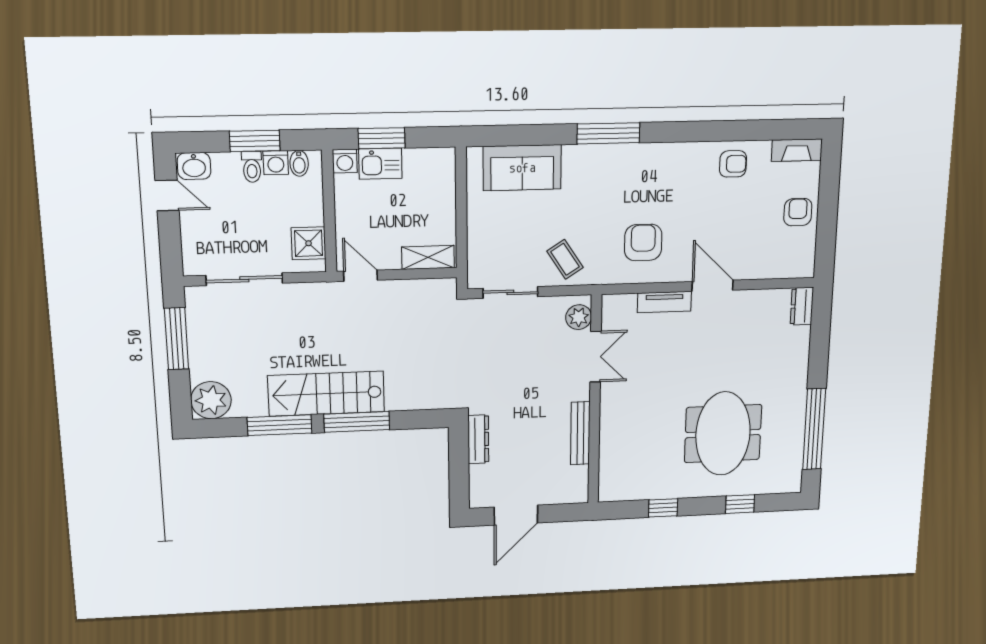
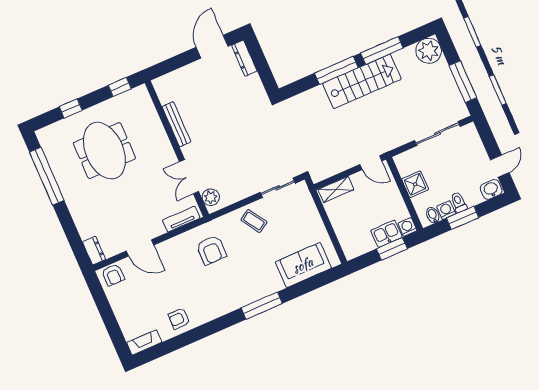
door: (167, 195) -> (500, 166), swing flipped
armchair: (798, 212) -> (113, 275), moved
shower: (309, 243) -> (415, 184), moved
door: (713, 286) -> (140, 248), moved
plant: (579, 317) -> (211, 197), moved
double door: (596, 357) -> (189, 177), moved
wall: (595, 401) -> (177, 149), moved
bench: (580, 433) -> (176, 124), moved
dresser: (478, 439) -> (244, 58), moved

